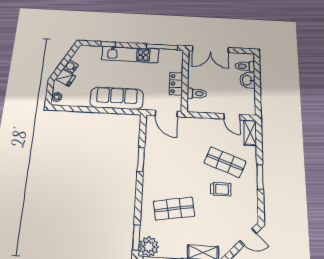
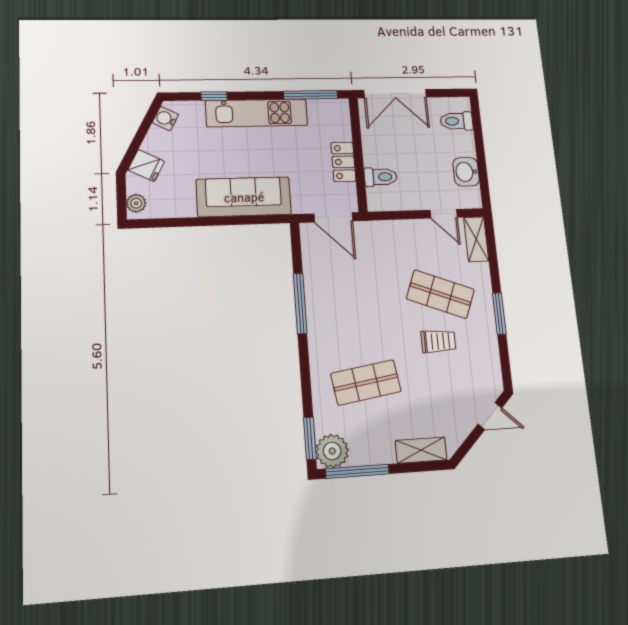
water cooler: (71, 66) -> (165, 119), moved
washbasin: (247, 80) -> (466, 172), moved
window: (141, 159) -> (300, 303), width x1.44

